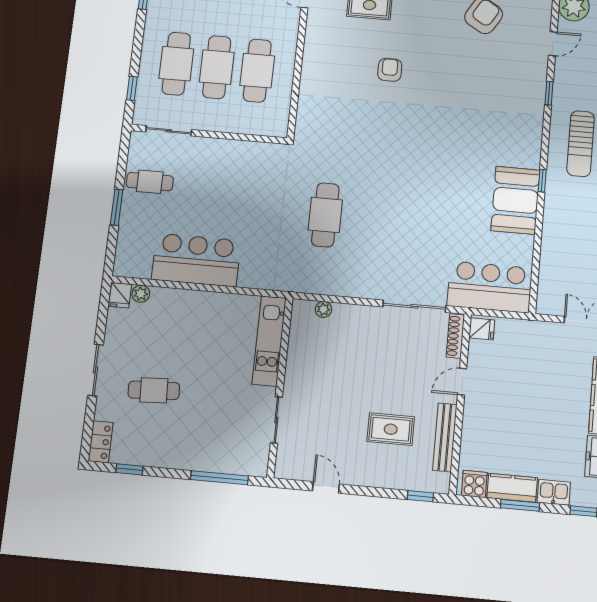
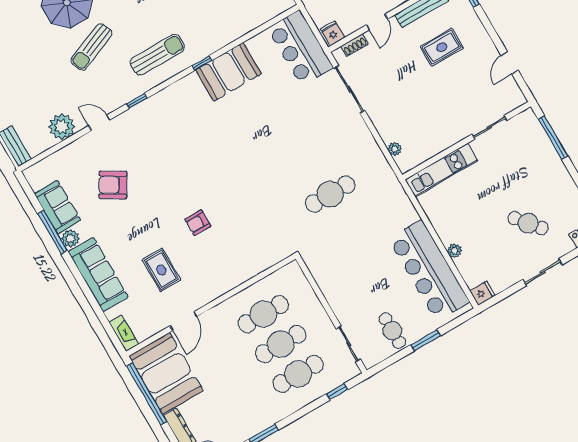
bar counter: (196, 260) -> (429, 270), width x1.36
plant: (141, 294) -> (455, 251), moved
shoe rack: (455, 336) -> (354, 45), width x0.70
door: (462, 382) -> (377, 22), hinge flipped
cafe table: (154, 390) -> (528, 223), turned -37
rug: (391, 429) -> (442, 47), turned 90

